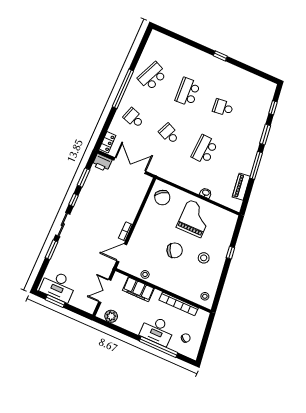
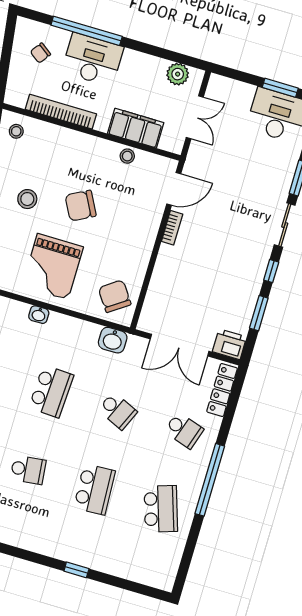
window: (220, 56) -> (76, 570), moved
school desk: (152, 76) -> (161, 509), turned -42
locker: (107, 142) -> (222, 390), width x1.53
washbasin: (167, 173) -> (113, 340), added

